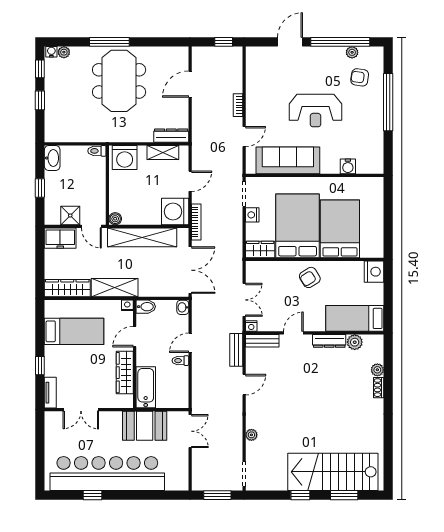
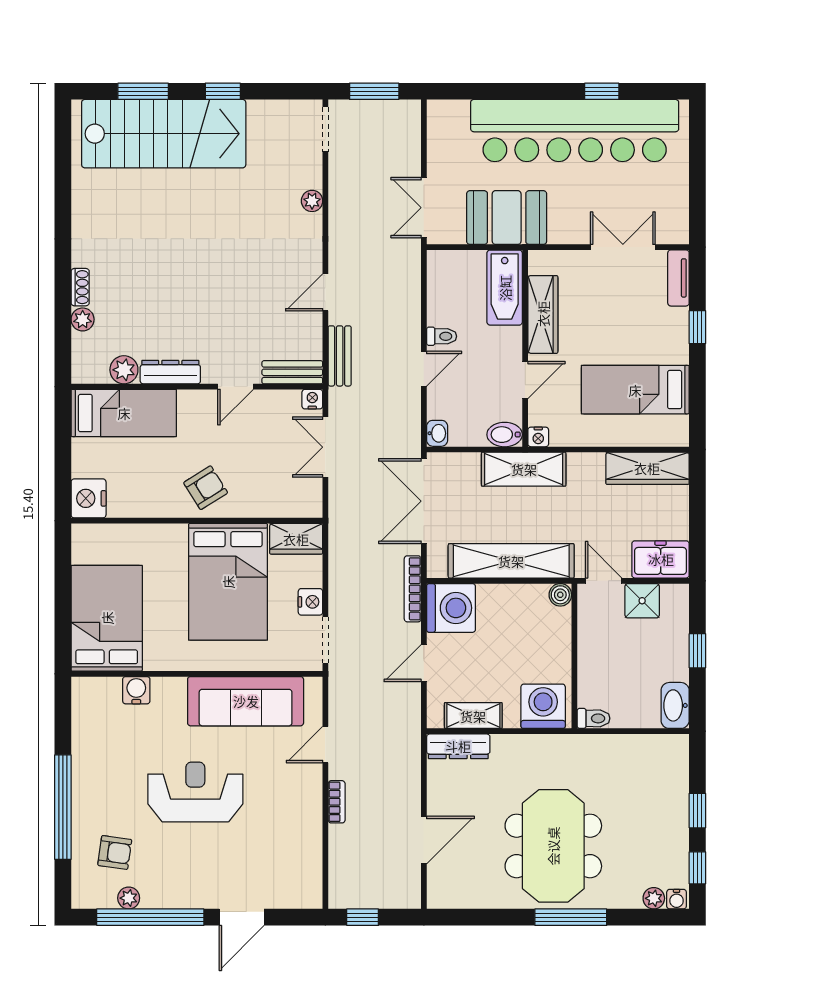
bed: (340, 229) -> (107, 618), moved, turned 180
shelving: (115, 288) -> (524, 469), moved

